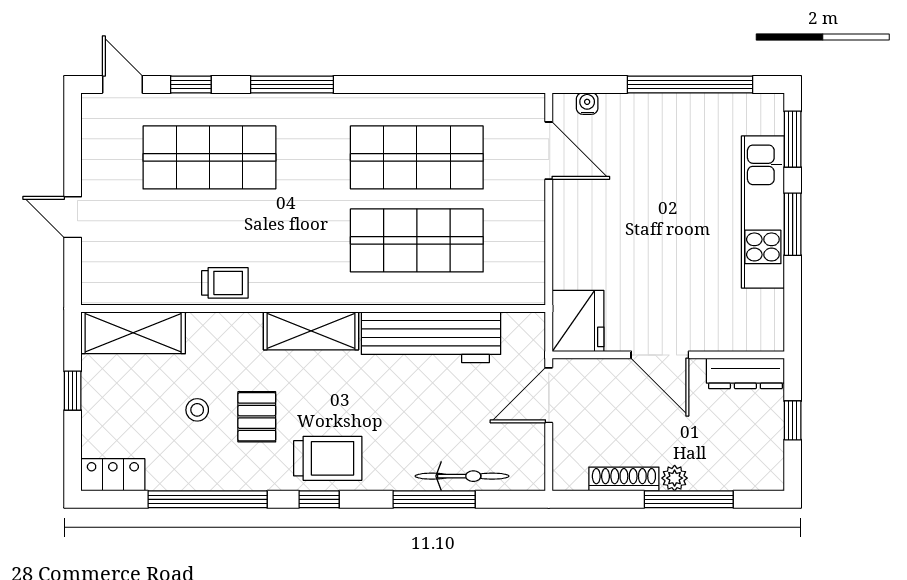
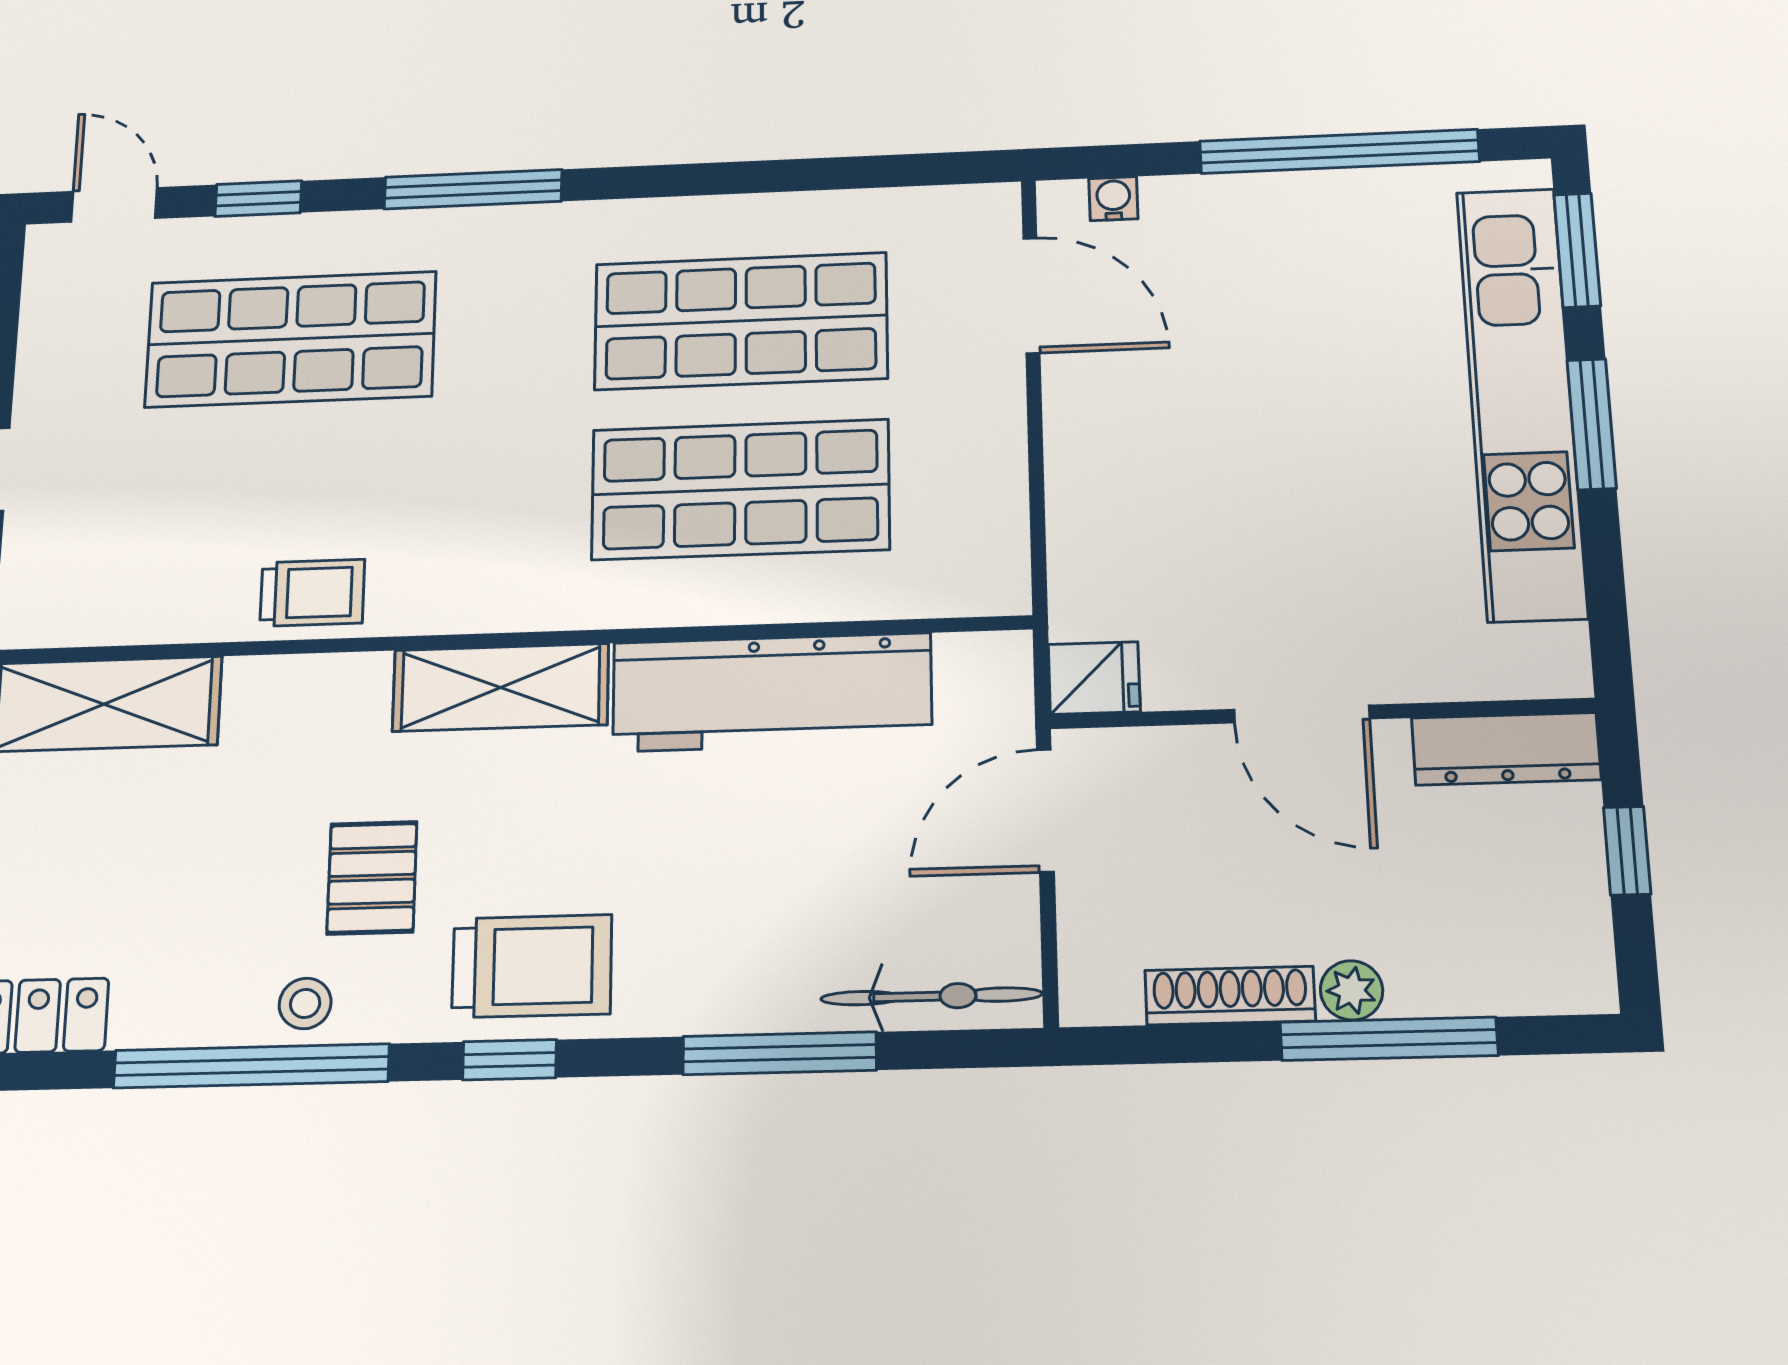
kitchen unit: (763, 212) -> (1521, 401), width x1.36
fridge: (578, 321) -> (1094, 678), width x0.53, depth x0.75
stool: (197, 410) -> (305, 1003), moved
bicycle: (462, 476) -> (931, 996), moved

